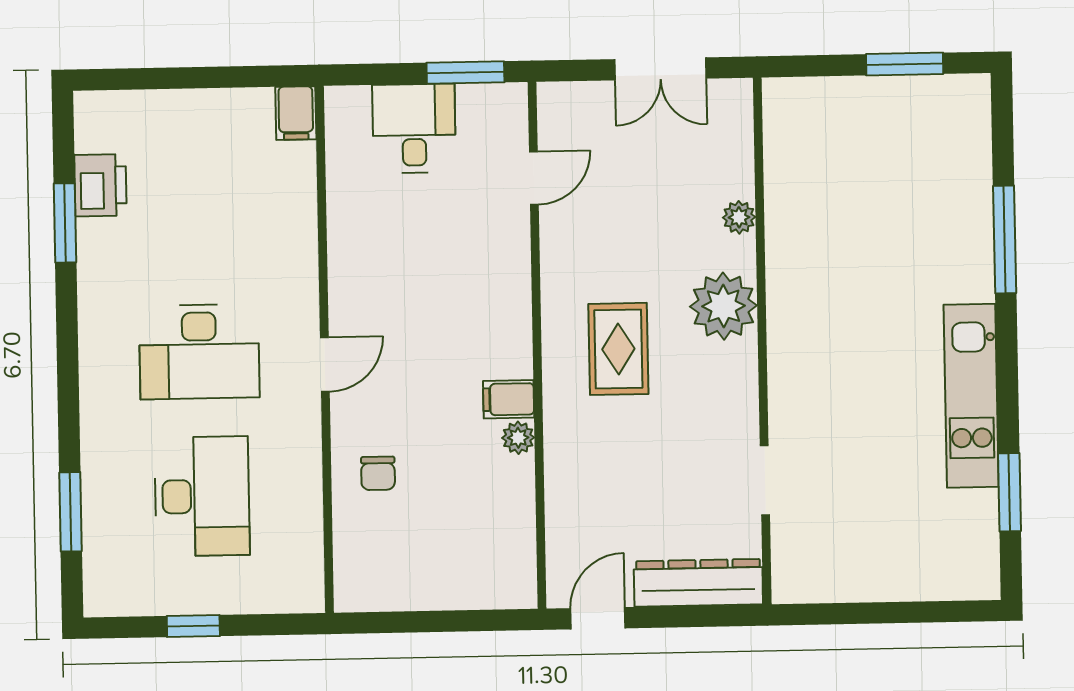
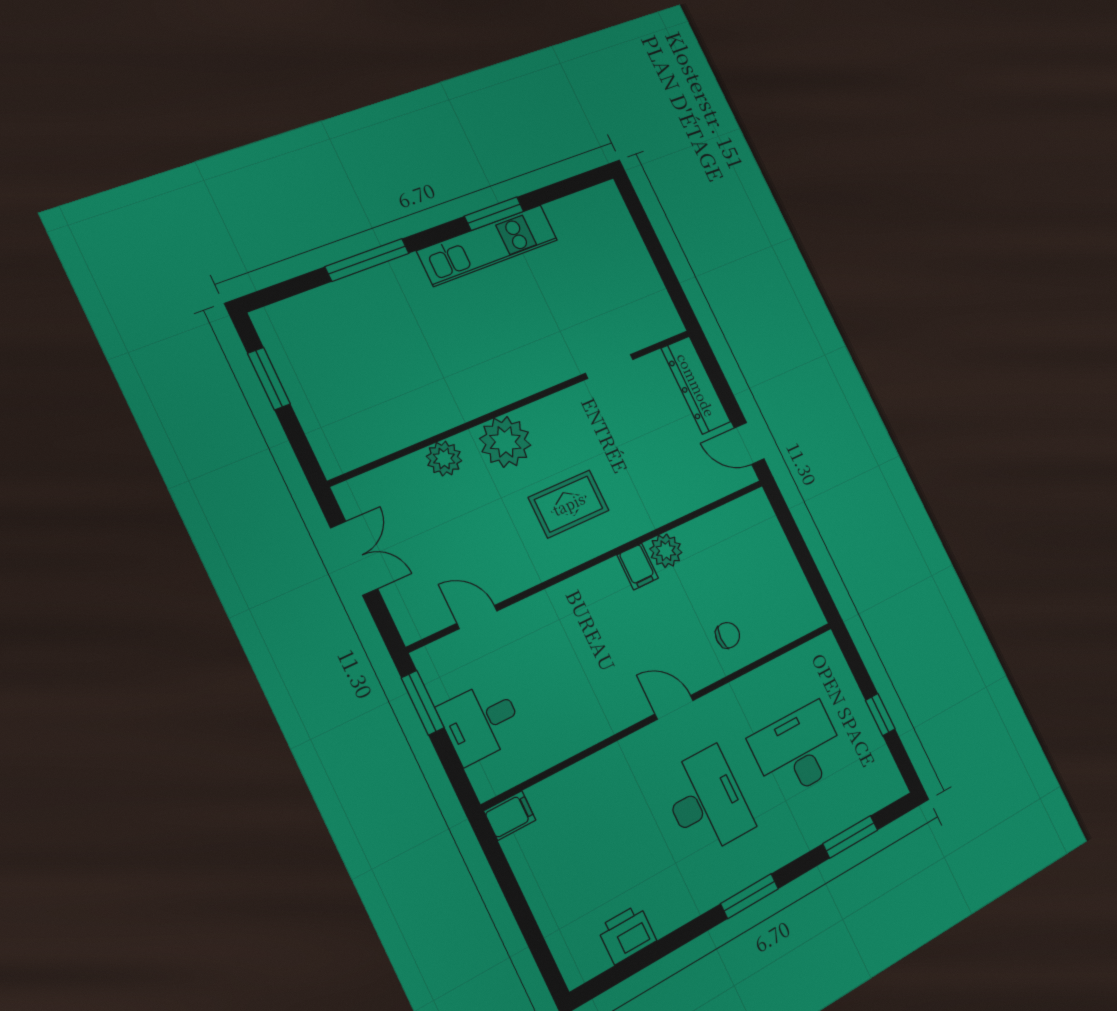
plant: (739, 217) -> (444, 459), width x1.38, depth x1.38
window: (65, 223) -> (750, 896), moved
plant: (518, 438) -> (666, 551), width x1.38, depth x1.38
window: (1009, 492) -> (494, 214), moved

